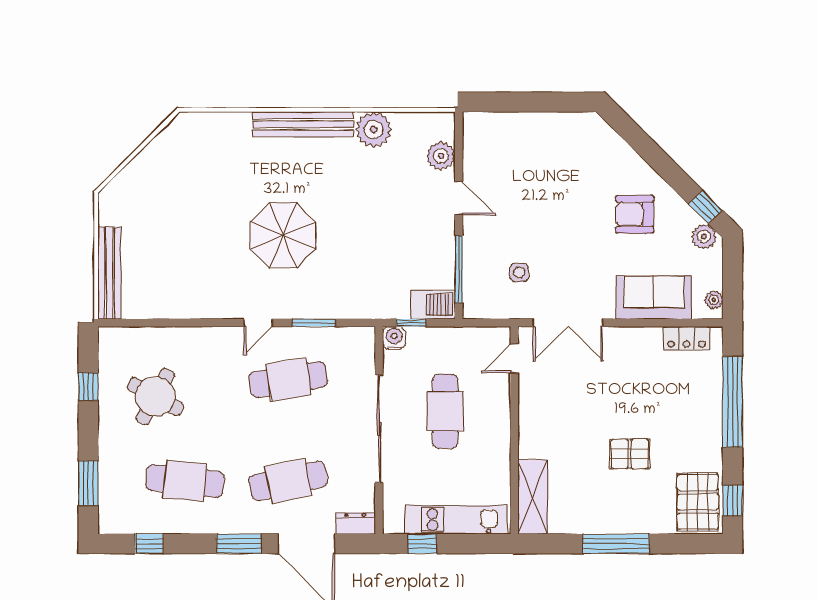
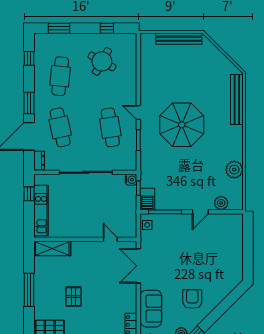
bench: (303, 124) -> (237, 99), moved
parasol: (283, 235) -> (182, 125), width x1.36, depth x1.36
side table: (519, 272) -> (147, 225), moved
bench: (109, 273) -> (179, 39), moved
door: (514, 358) -> (110, 239), moved
cafe table: (445, 411) -> (95, 205), removed

